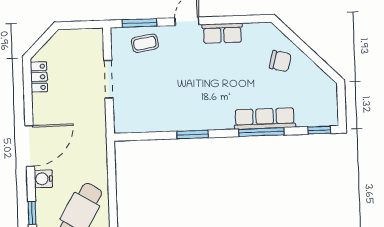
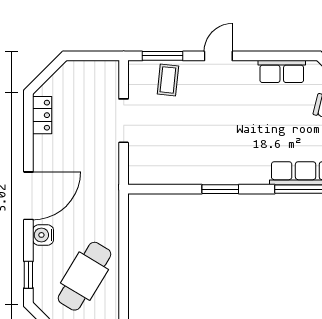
row of seats: (222, 33) -> (282, 71), moved
coffee table: (145, 43) -> (168, 80), turned -75

